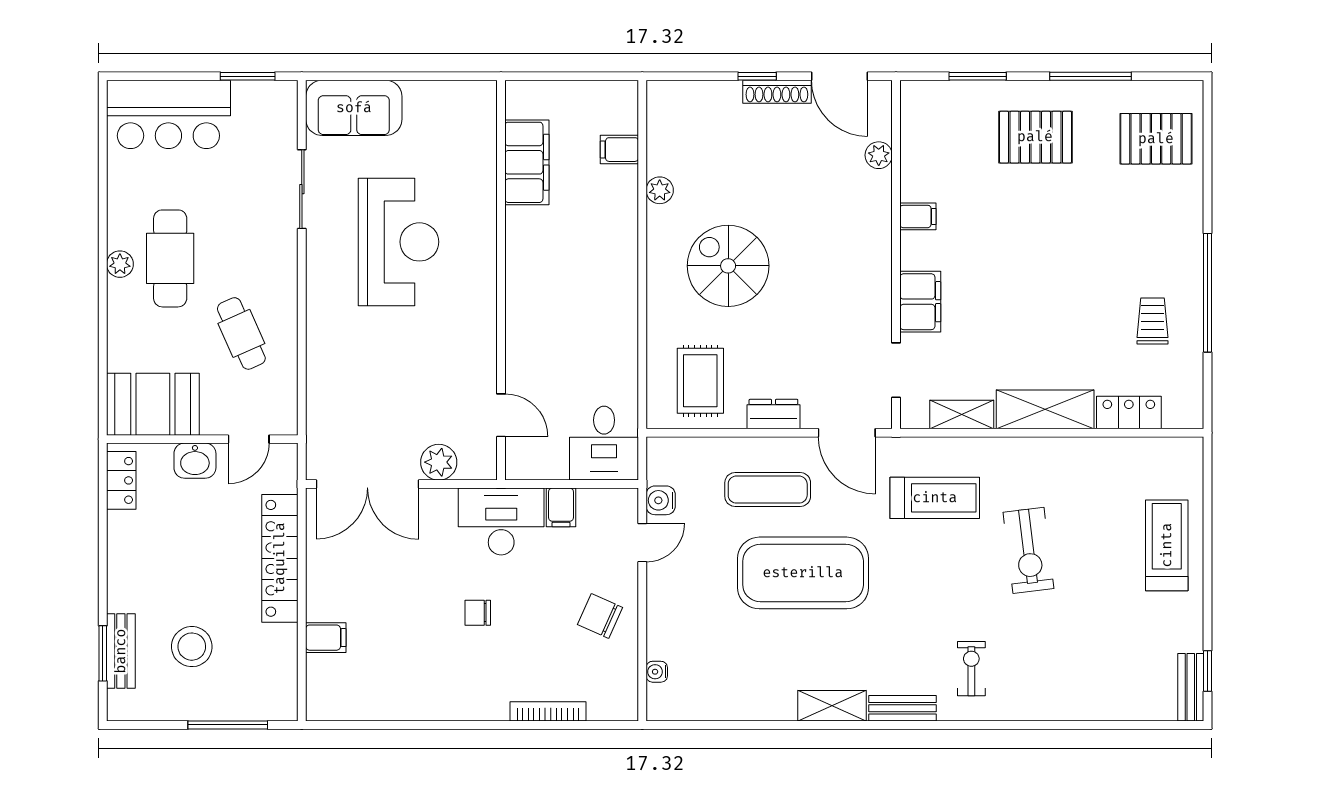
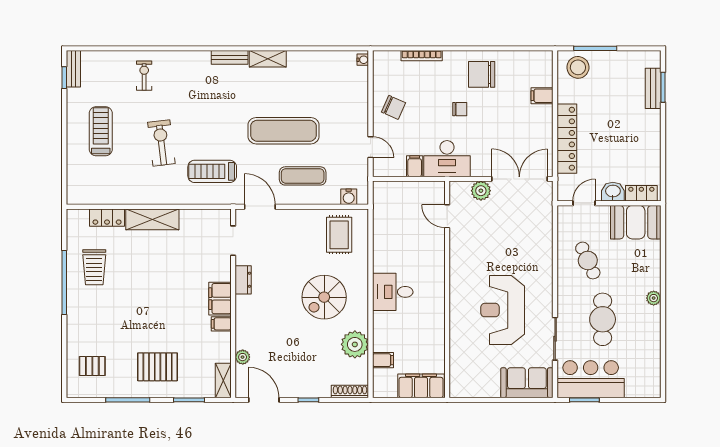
shoe rack: (777, 92) -> (350, 391), moved
bar counter: (168, 114) -> (591, 379), moved
pallet: (1156, 139) -> (92, 366), width x0.67, depth x0.71
filing cabinet: (527, 162) -> (421, 386), moved, turned 90
plant: (660, 190) -> (355, 344), width x1.87, depth x1.87
cafe table: (170, 258) -> (603, 319), moved
spiral stairs: (728, 266) -> (324, 297), turned 90
filing cabinet: (920, 302) -> (220, 299), moved
trolley: (1152, 321) -> (94, 267), width x1.36, depth x1.39
dresser: (773, 414) -> (243, 280), moved, turned -90
shelving: (962, 414) -> (223, 380), moved, turned 90
desk: (604, 443) -> (393, 292), moved, turned -90
locker: (121, 480) -> (641, 193), moved, turned 90
water cooler: (661, 500) -> (349, 197), moved, turned 90
door: (642, 543) -> (371, 147), swing flipped
treadmill: (1167, 545) -> (101, 131), moved, turned 180
exercise mat: (803, 573) -> (283, 131), width x0.68
stool: (192, 647) -> (578, 67), moved
exercise bike: (971, 669) -> (144, 76), moved, turned 180
water cooler: (657, 672) -> (363, 60), moved
chair: (437, 677) -> (482, 74), added

